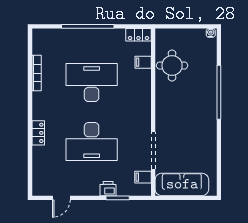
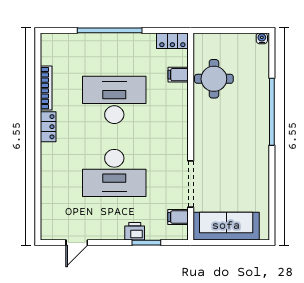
locker: (38, 133) -> (48, 127), moved

